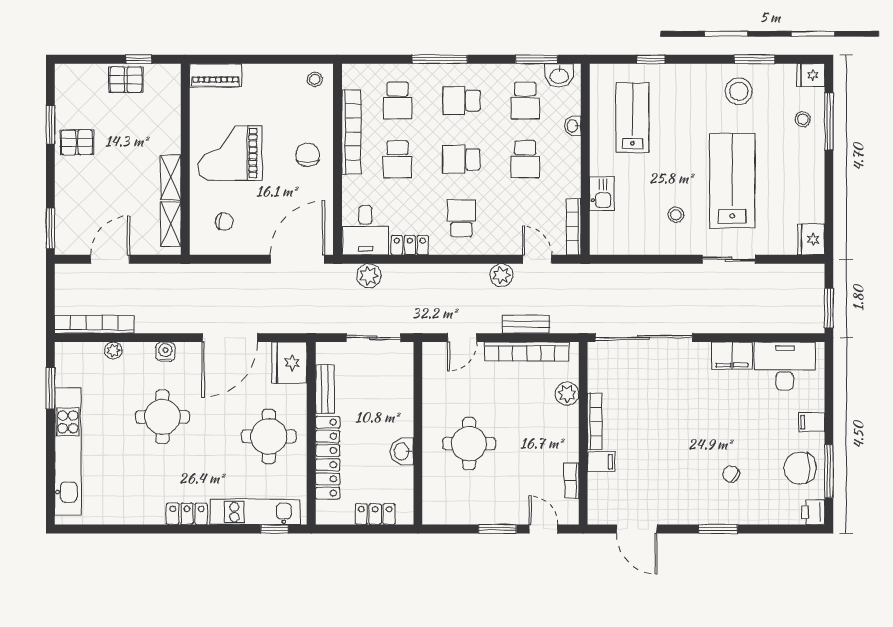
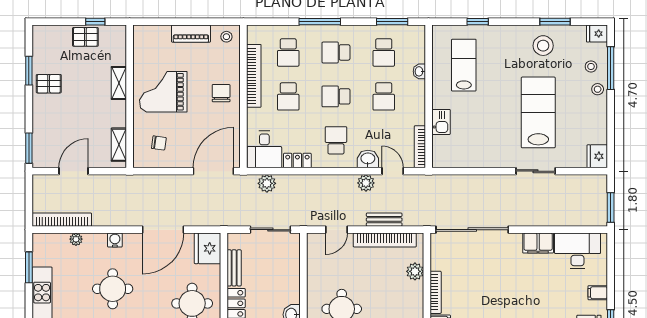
piano: (216, 75) -> (191, 34), moved
washbasin: (559, 76) -> (368, 159), moved, turned 180
shelving: (171, 177) -> (119, 83), moved
stool: (676, 215) -> (598, 89), moved

